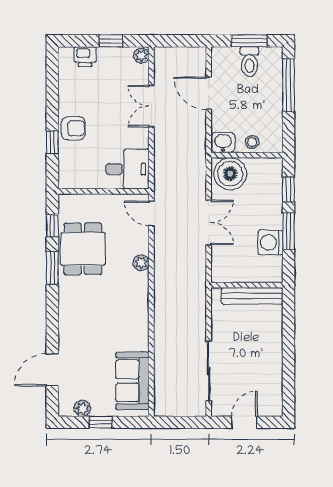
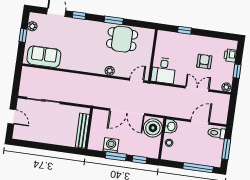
toilet: (249, 62) -> (217, 133), moved
armchair: (73, 128) -> (204, 62), moved, turned 180
double door: (209, 222) -> (127, 112), width x1.37
window: (52, 226) -> (79, 16), moved

